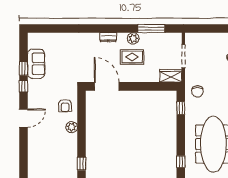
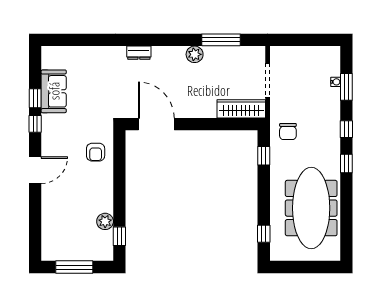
dresser: (108, 37) -> (139, 53), moved
rug: (132, 57) -> (193, 81), removed
wardrobe: (171, 76) -> (241, 109), width x1.50
plant: (72, 127) -> (105, 221), moved

